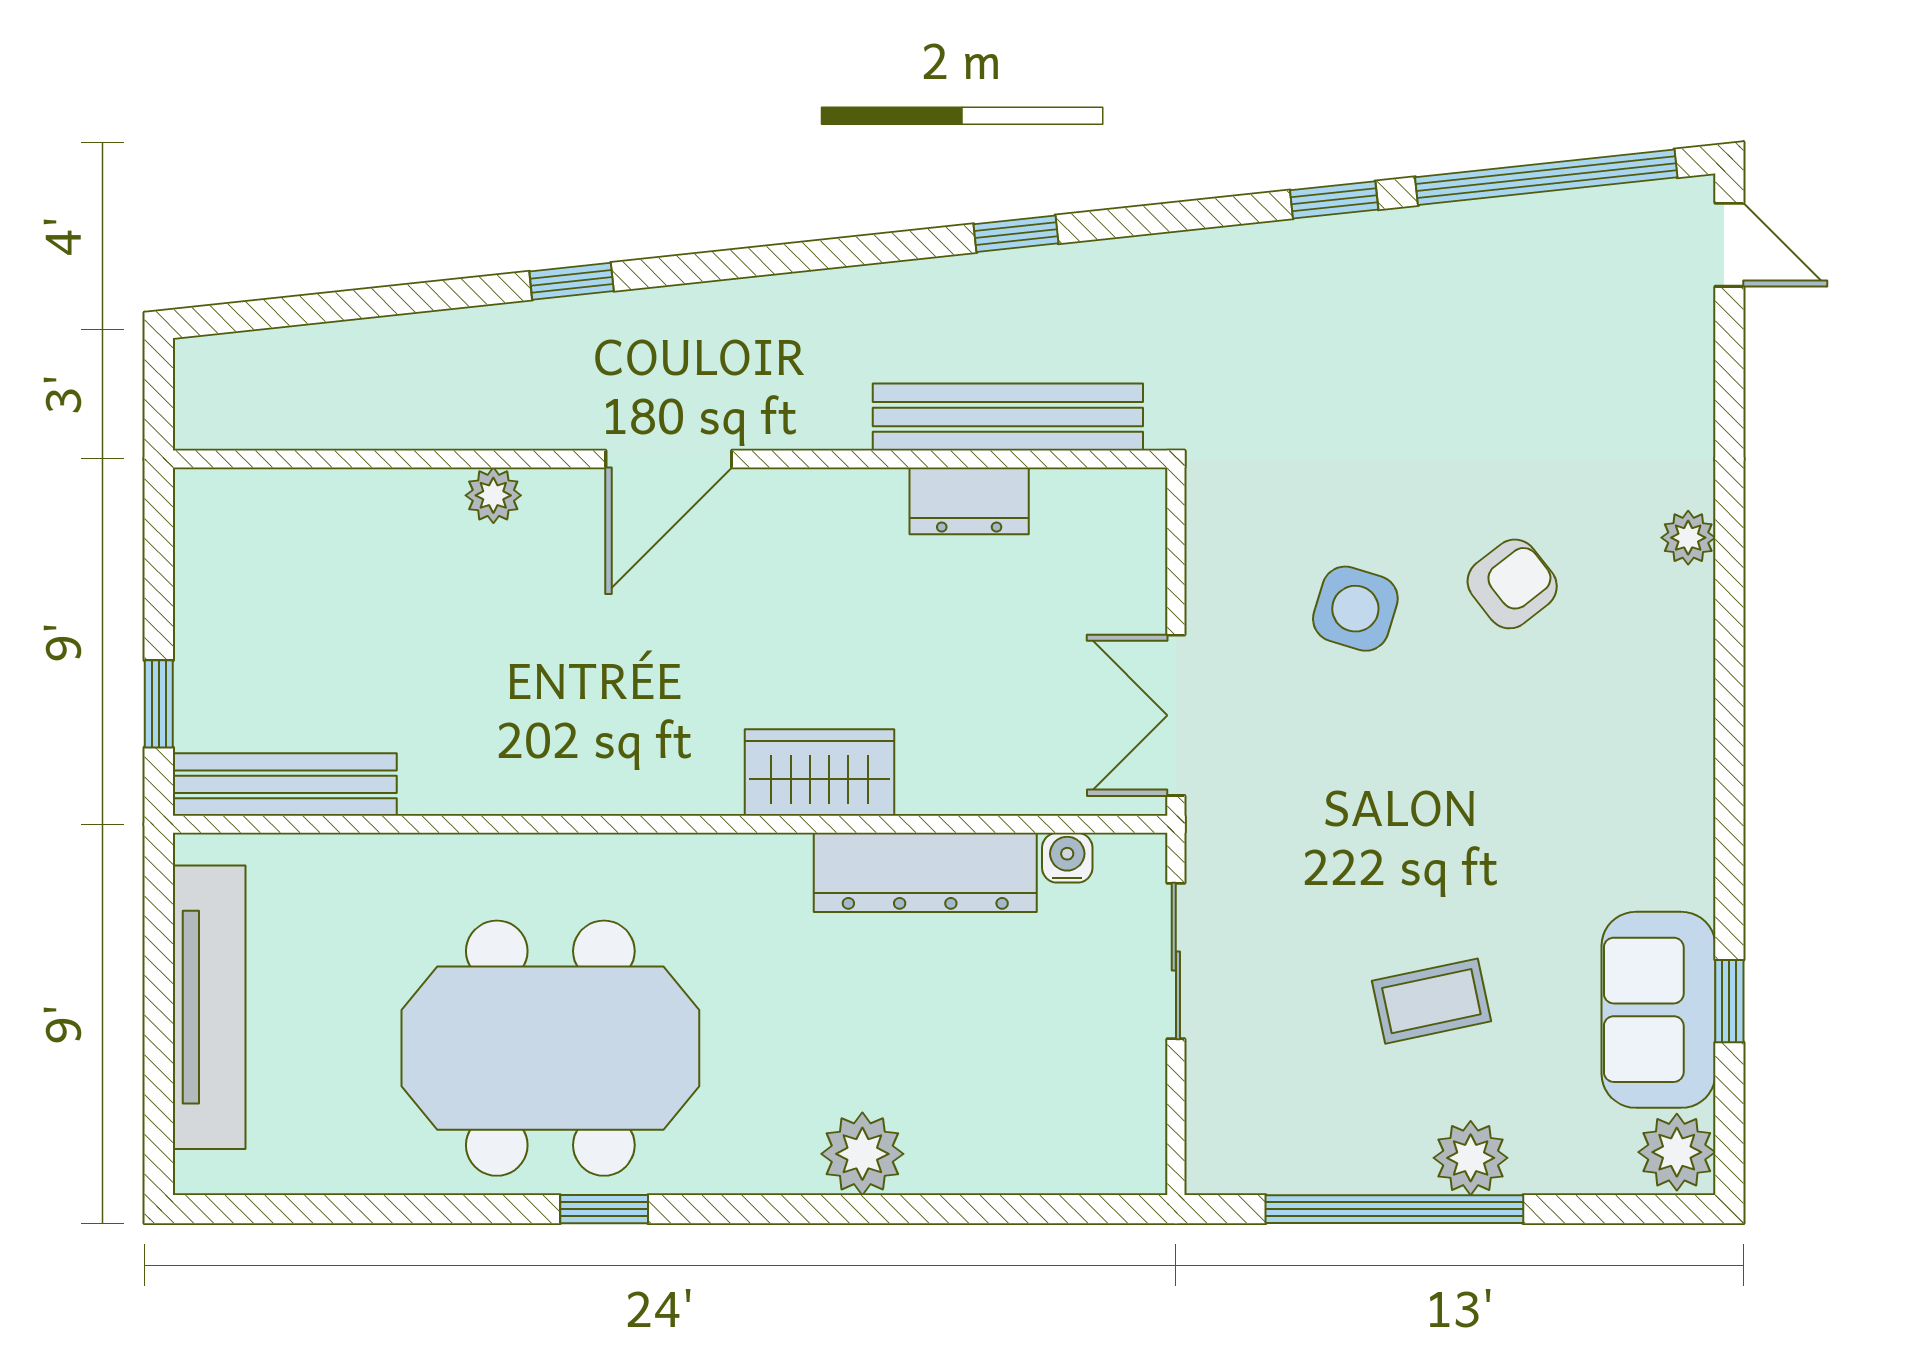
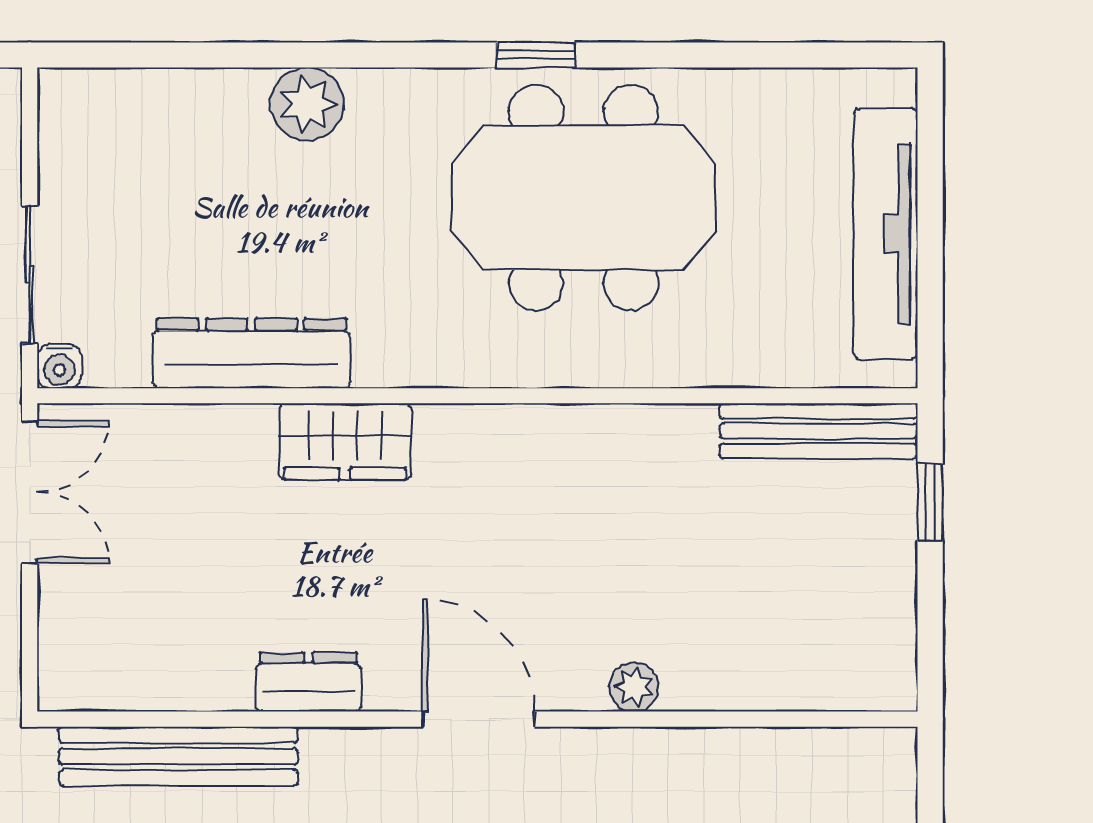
door: (669, 459) -> (479, 719), hinge flipped
dresser: (969, 501) -> (309, 682), moved
water cooler: (1067, 858) -> (59, 366), moved

